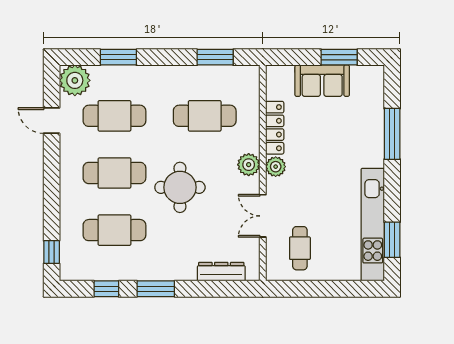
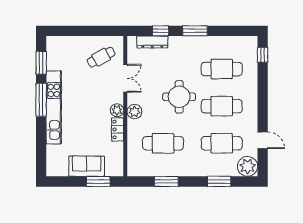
window: (215, 57) -> (166, 181), moved
window: (339, 57) -> (98, 181), moved
locker: (275, 128) -> (117, 129), width x0.66
window: (392, 134) -> (41, 100), moved
kitchen unit: (373, 225) -> (54, 107), moved
cafe table: (300, 248) -> (101, 57), turned 62
window: (106, 289) -> (161, 31), moved

